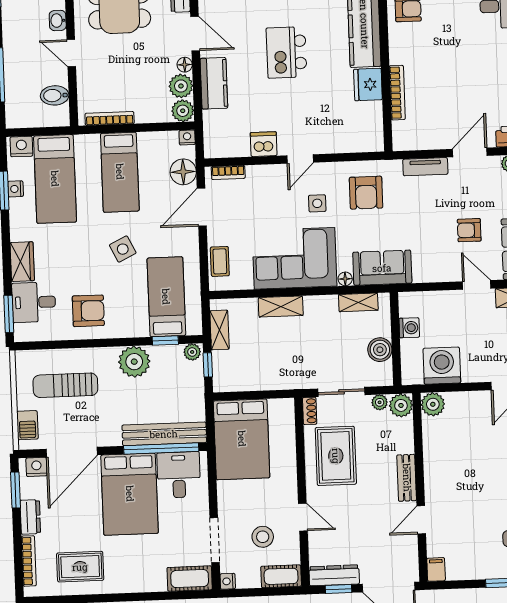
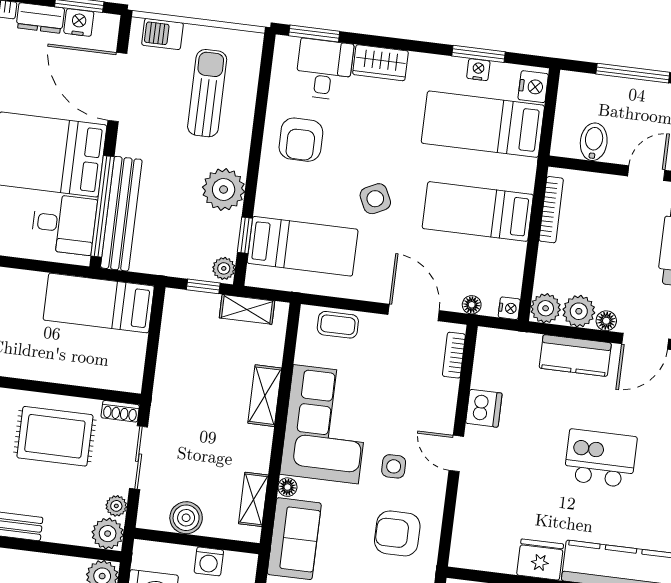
floor lamp: (183, 172) -> (472, 305), width x0.53, depth x0.53
bed: (242, 439) -> (99, 303), width x0.67
nightstand: (36, 467) -> (79, 22), moved, turned -90

